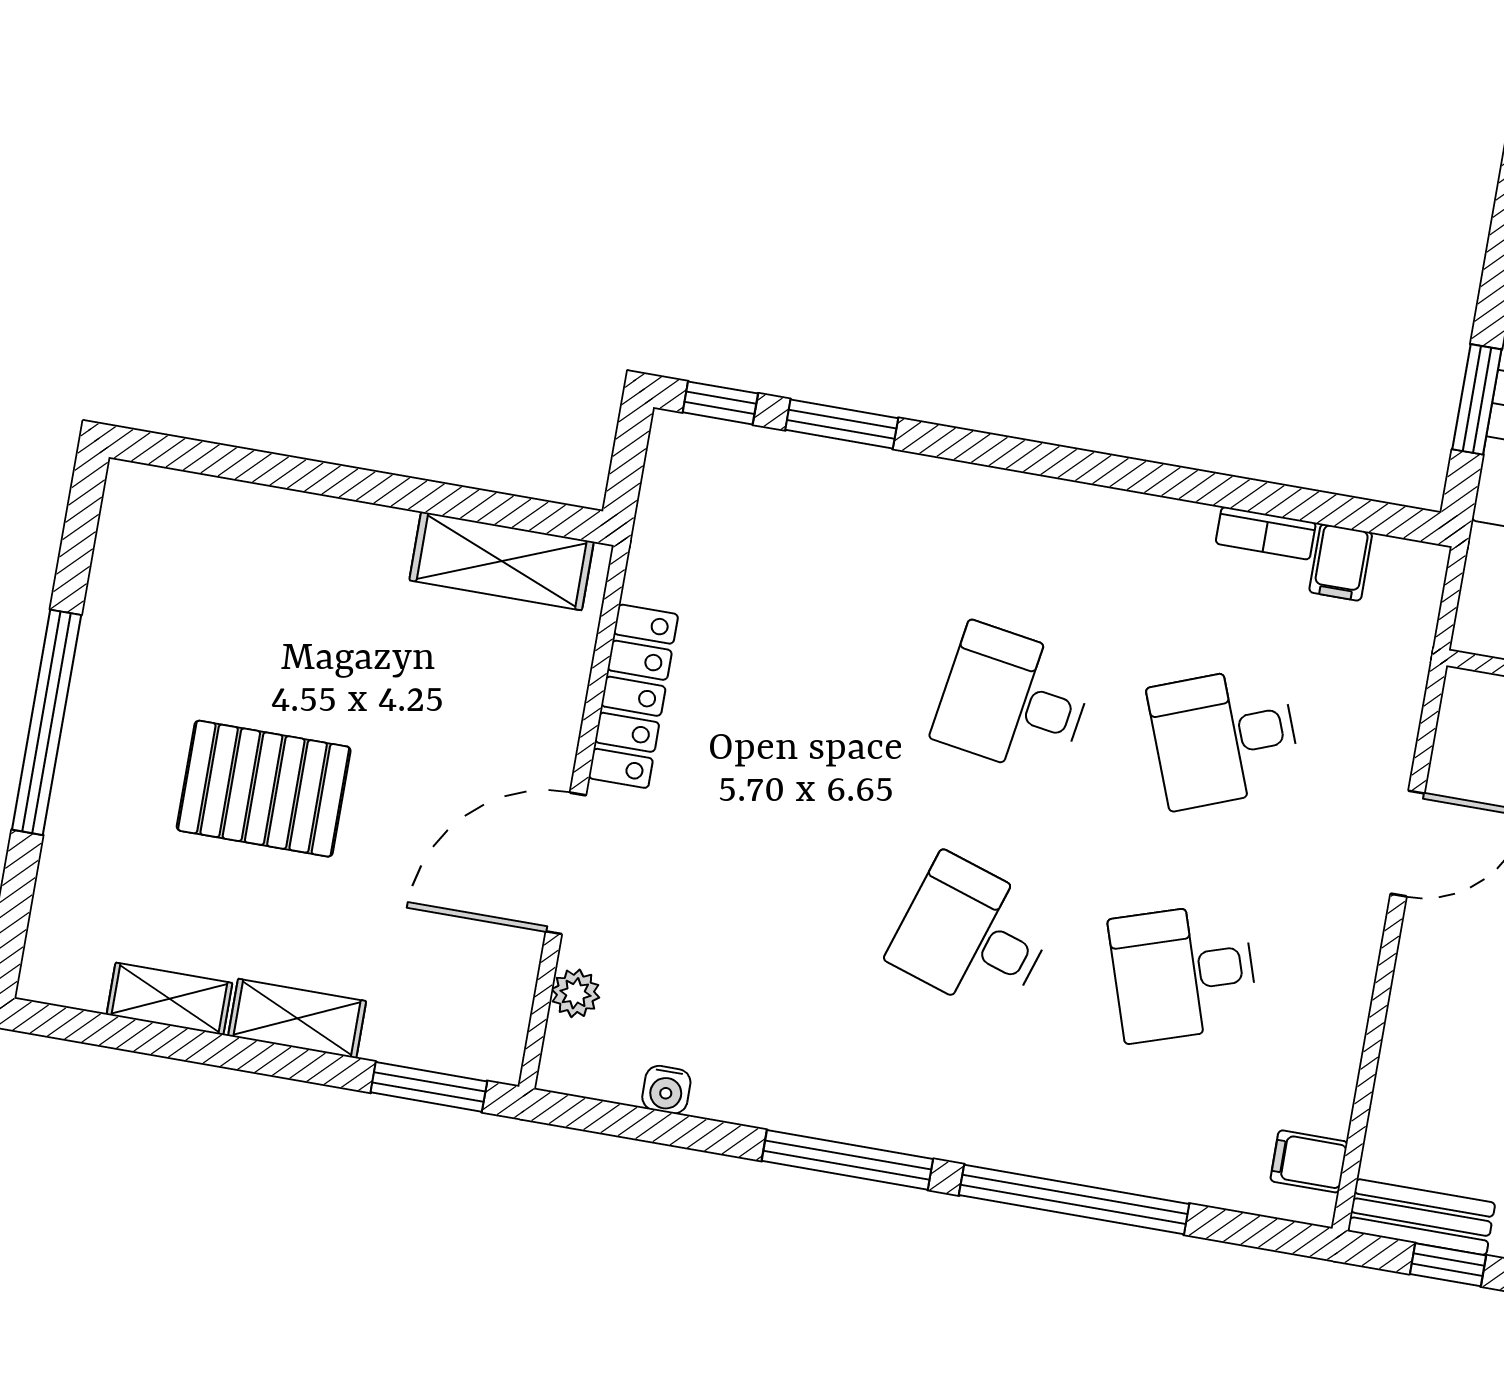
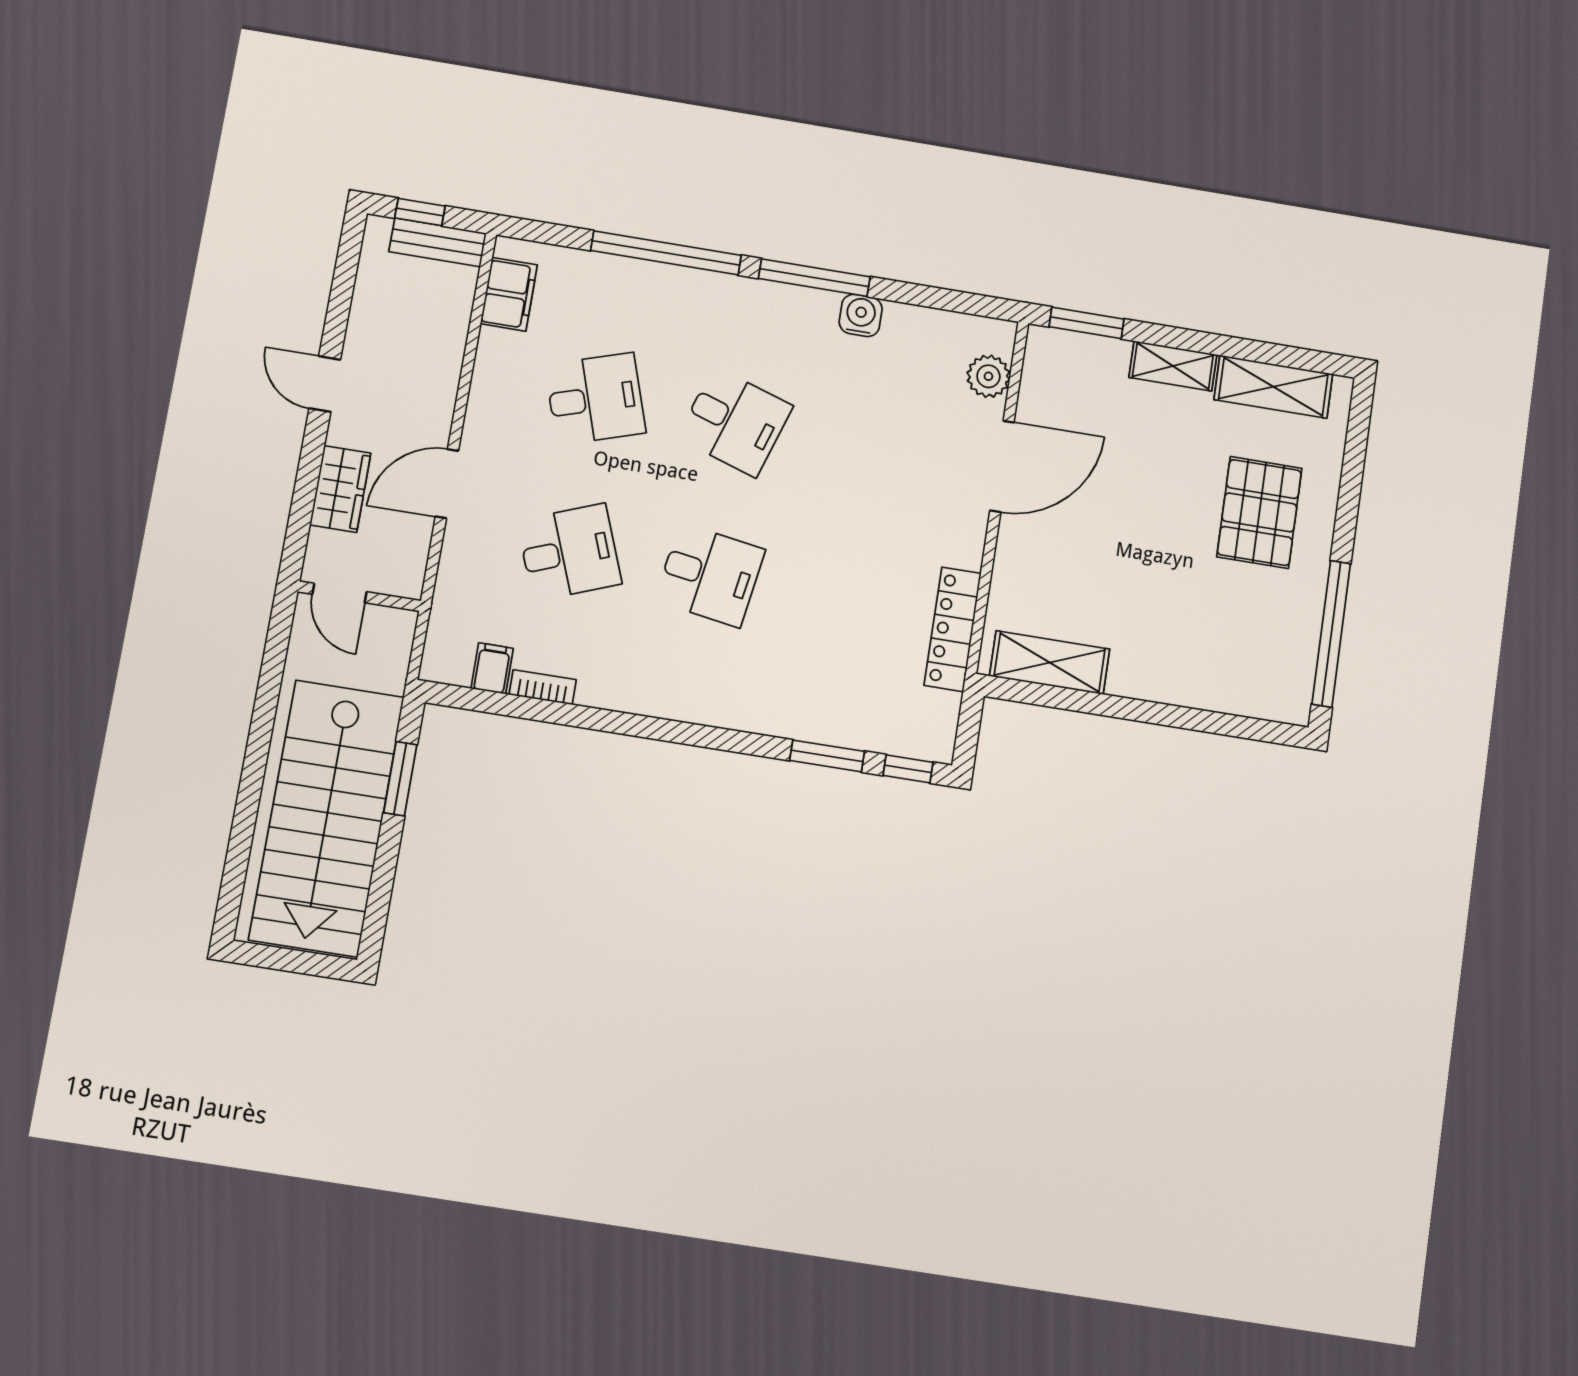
locker: (633, 696) -> (953, 629), moved
window: (47, 722) -> (1331, 634), moved
pallet: (264, 789) -> (1259, 512), moved, turned 90
plant: (575, 993) -> (988, 376), width x1.38, depth x1.38
shelving: (169, 999) -> (1273, 387), width x1.50, depth x1.33
water cooler: (666, 1090) -> (861, 315), moved, width x1.38, depth x1.38
filing cabinet: (1309, 1161) -> (509, 294), width x2.00

